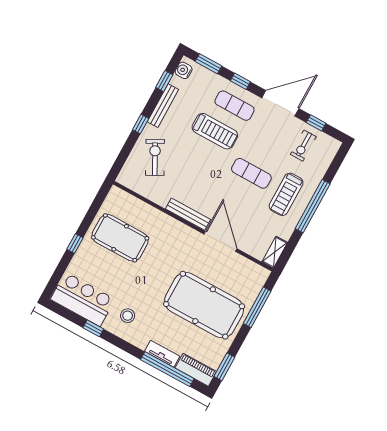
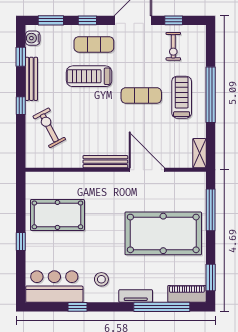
treadmill: (215, 131) -> (89, 76), turned 180
treadmill: (286, 194) -> (182, 97), turned 180
tv unit: (162, 354) -> (136, 296), moved

